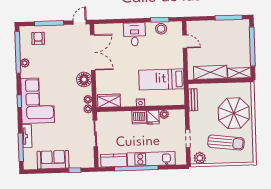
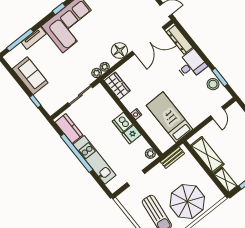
dresser: (109, 29) -> (180, 40), added
plant: (164, 114) -> (150, 154), moved
plant: (200, 158) -> (127, 201), removed

